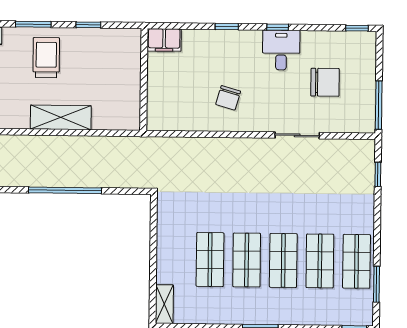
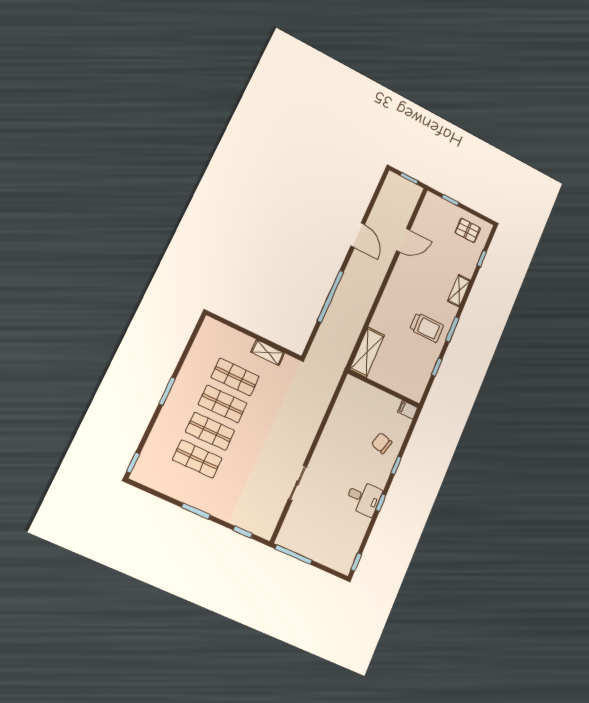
filing cabinet: (164, 40) -> (408, 410), width x0.50
chair: (325, 82) -> (327, 521), removed
chair: (228, 98) -> (382, 443), moved
shelving: (61, 117) -> (367, 352), moved
shop shelf: (357, 261) -> (184, 487), removed
window: (376, 284) -> (196, 511), moved
shelving: (164, 304) -> (268, 352), moved

